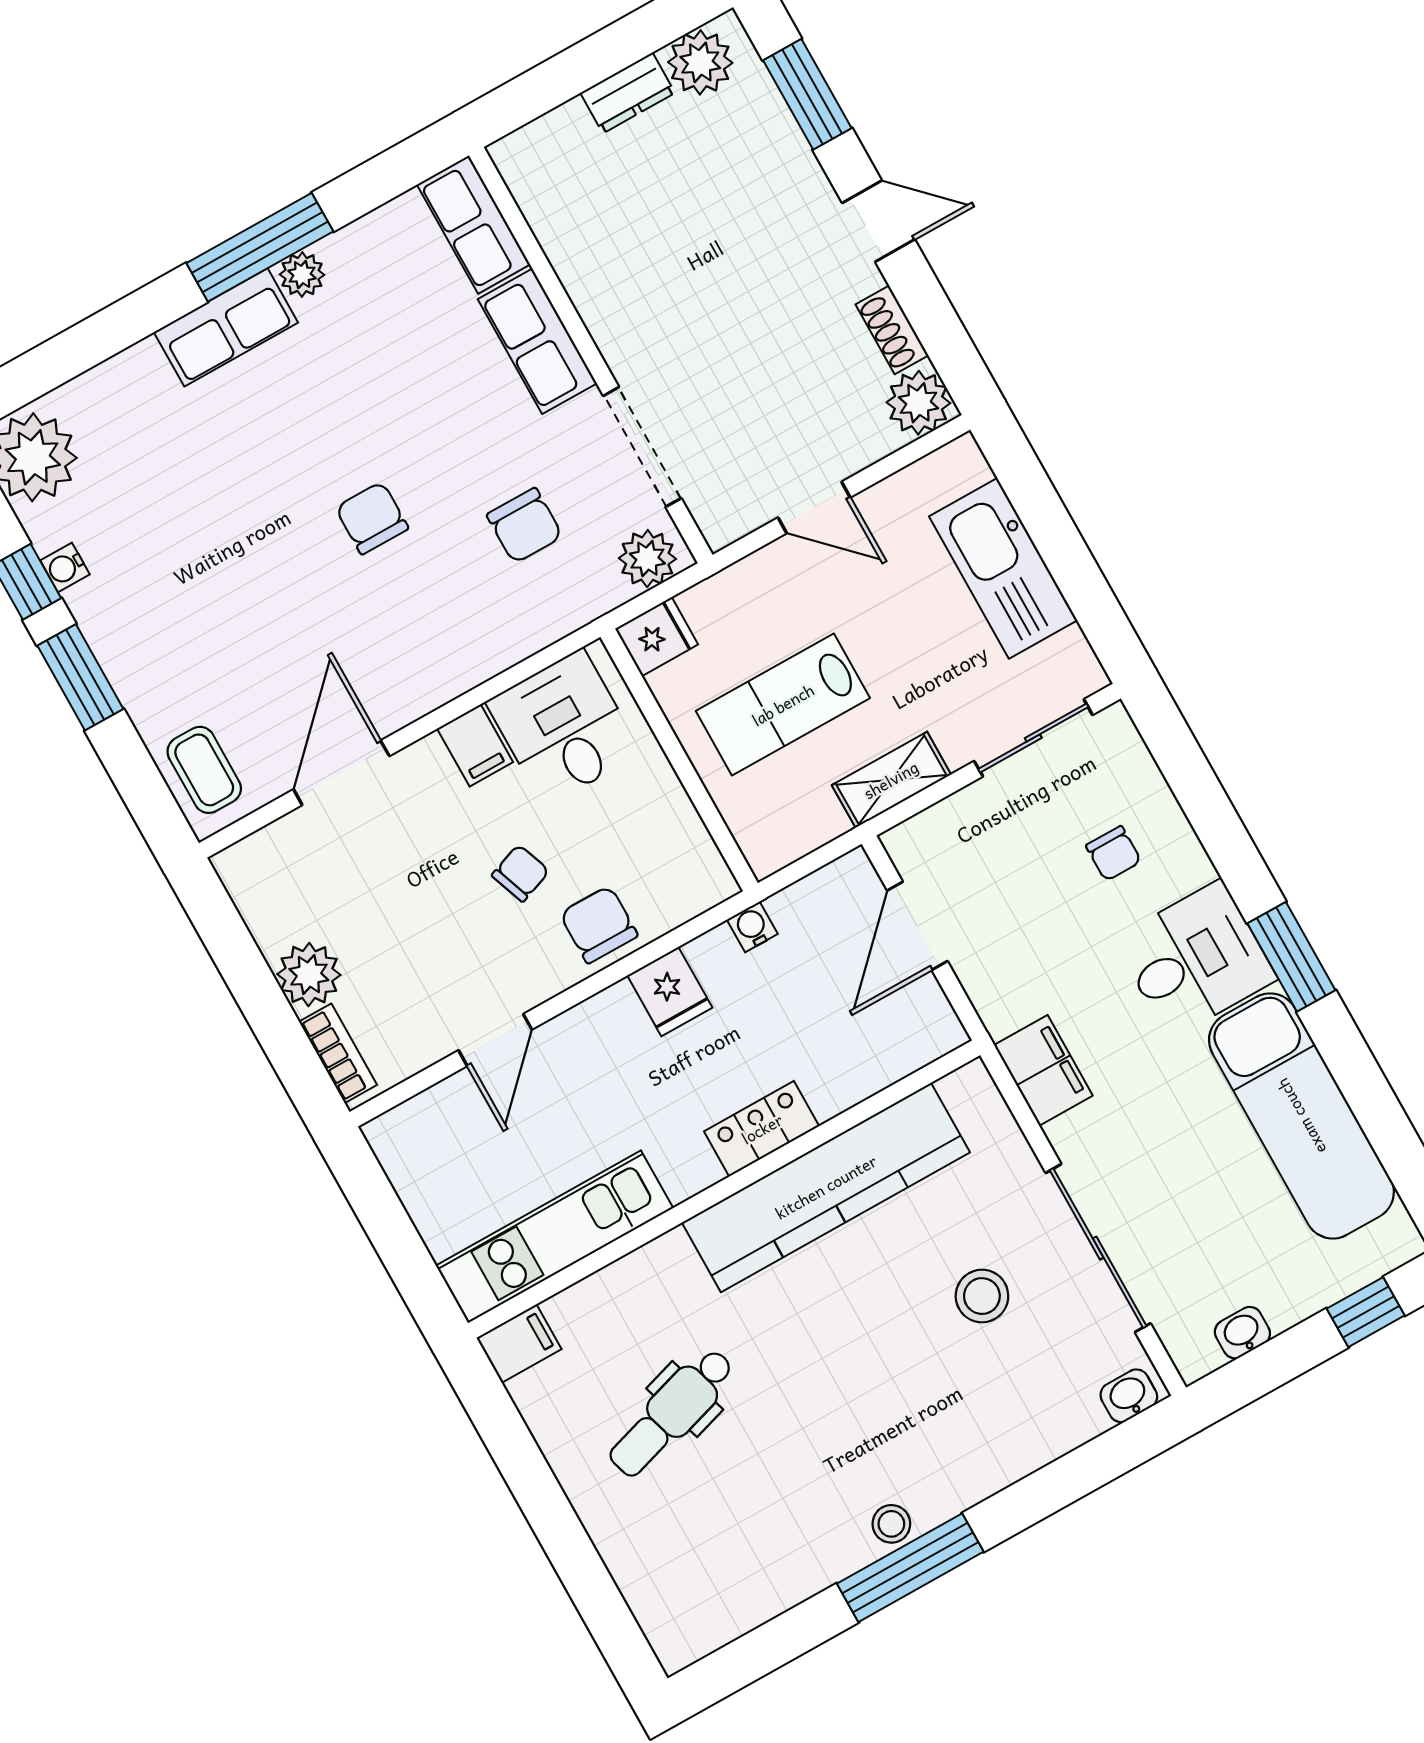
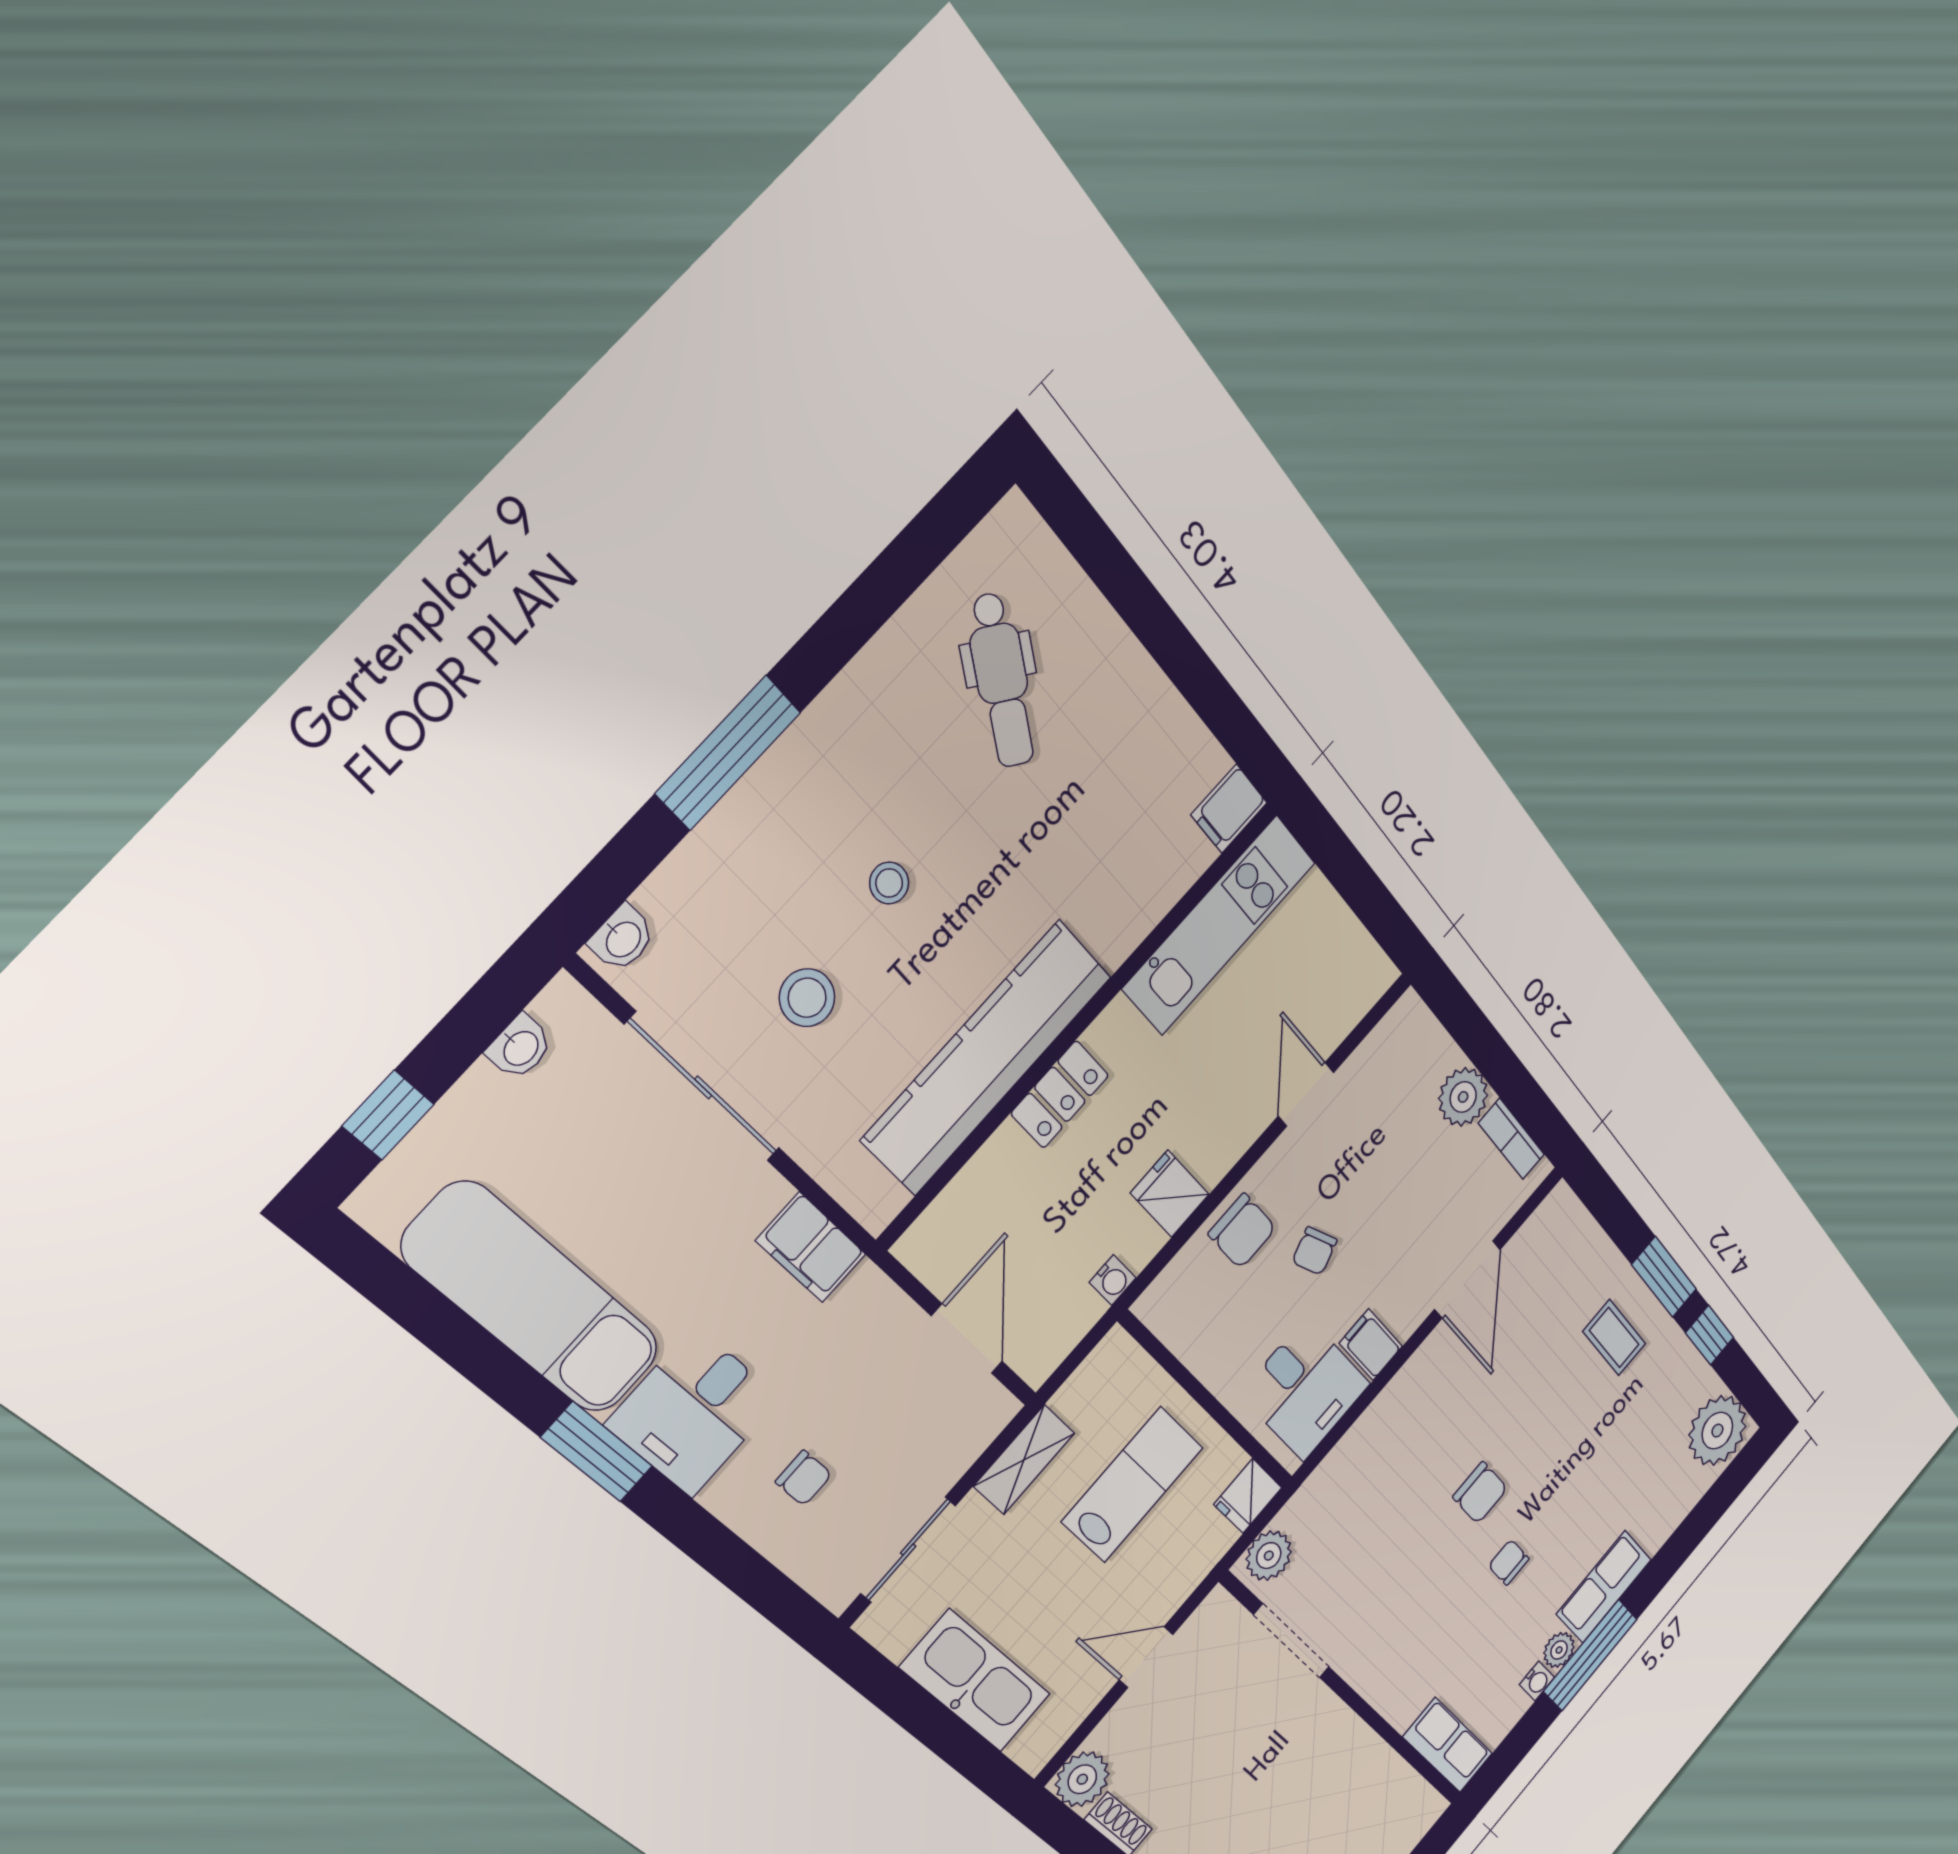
row of seats: (537, 341) -> (1386, 1683), removed
chair: (525, 526) -> (1509, 1562), moved, width x0.73, depth x0.73
water cooler: (65, 567) -> (1537, 1681), moved, turned 90
coffee table: (204, 770) -> (1614, 1338), moved
chair: (1114, 853) -> (804, 1478), turned 180
bookcase: (338, 1053) -> (1511, 1139), moved
dental chair: (672, 1413) -> (1002, 680), moved, turned 139
stool: (891, 1524) -> (889, 883), moved
window: (910, 1568) -> (728, 753), moved

